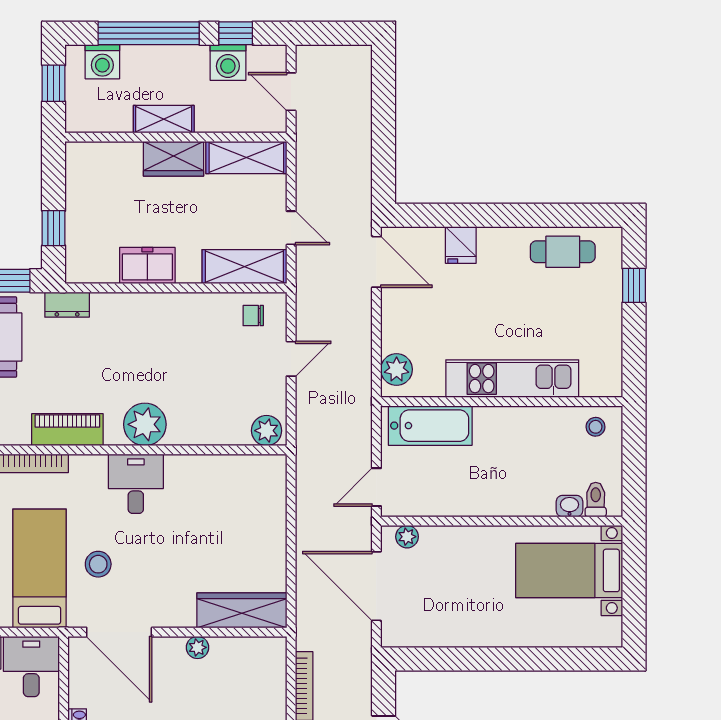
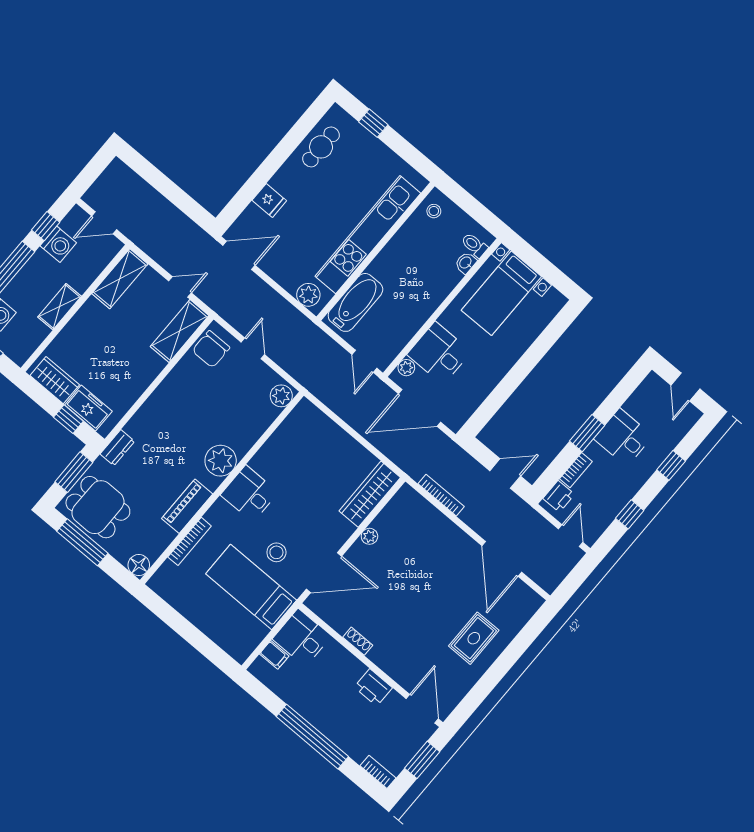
wardrobe: (173, 159) -> (55, 380), moved, turned -90
freezer: (147, 265) -> (88, 408), moved, turned 90
chair: (253, 316) -> (211, 349), width x1.87, depth x1.87
kitchen unit: (512, 379) -> (368, 235), width x1.36
desk: (451, 558) -> (439, 353), added

